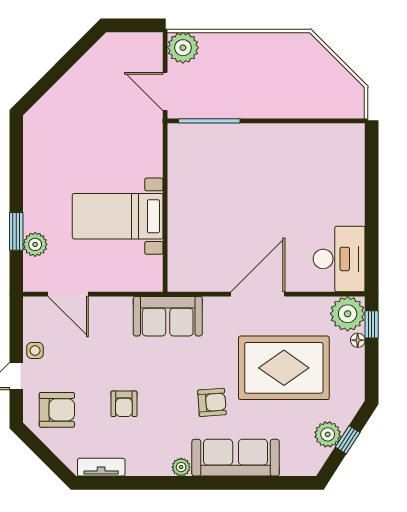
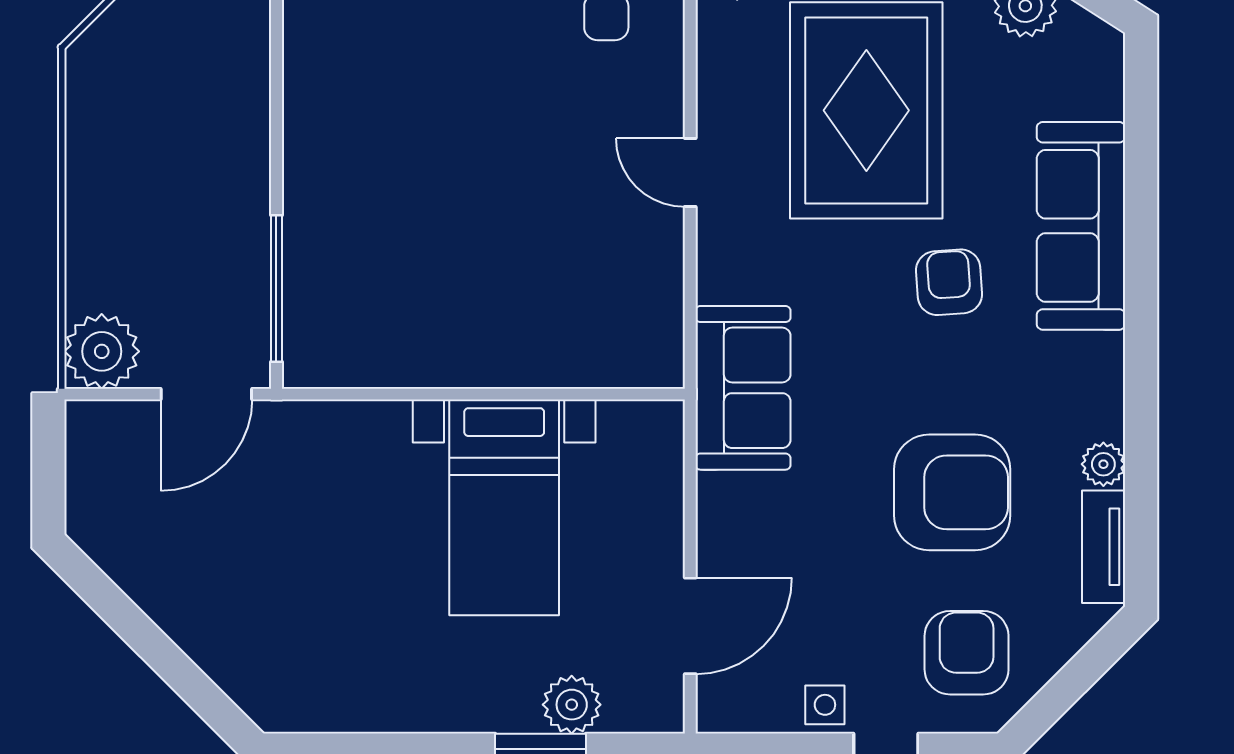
door: (258, 294) -> (690, 173), width x0.53
armchair: (124, 404) -> (952, 492), width x1.88, depth x1.88
plant: (181, 467) -> (1103, 464), moved

